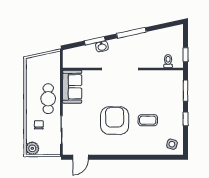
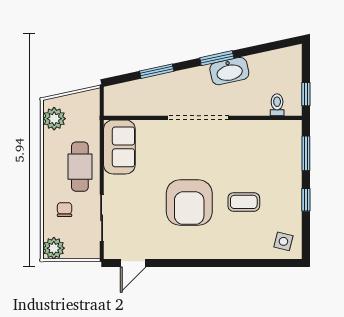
window: (131, 33) -> (217, 58), width x0.69
washbasin: (102, 46) -> (229, 71), moved, width x1.91, depth x1.45
plant: (33, 70) -> (54, 119), added
armchair: (115, 121) -> (189, 203), turned 180

